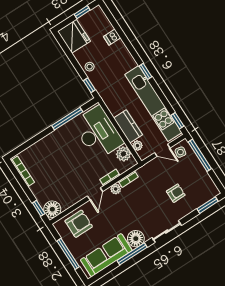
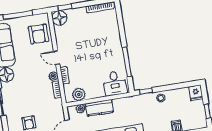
fridge: (74, 36) -> (196, 93), width x0.53, depth x0.75
desk: (98, 133) -> (115, 83), width x0.53, depth x0.77

